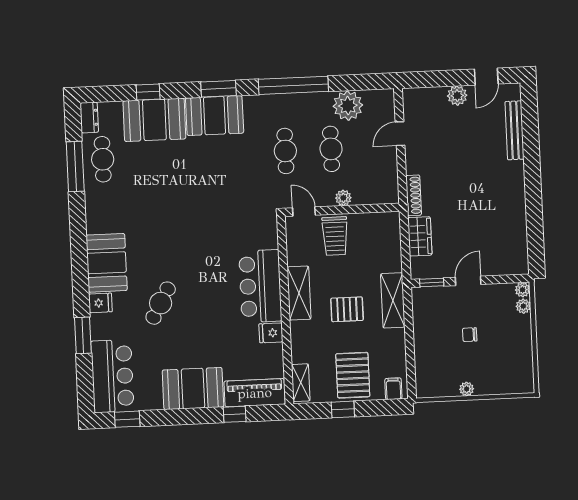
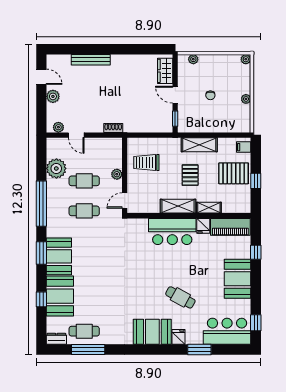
plant: (411, 106) -> (58, 127), added
bench: (515, 130) -> (91, 60), moved
shoe rack: (414, 195) -> (113, 128), width x0.70
trolley: (335, 236) -> (146, 163), moved, turned 180
wardrobe: (420, 236) -> (165, 71), moved, turned -90
plant: (523, 290) -> (246, 59), moved
shelving: (393, 300) -> (199, 145), moved
shelving: (301, 383) -> (209, 208), moved
piano: (255, 393) -> (230, 227), moved, turned -90

